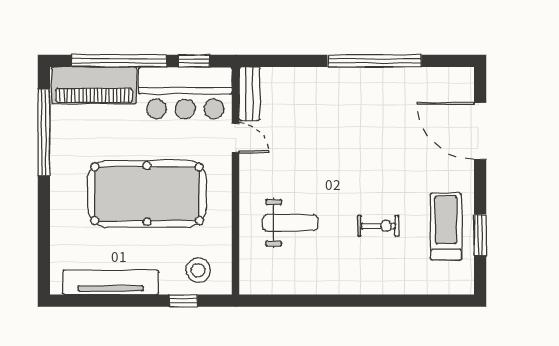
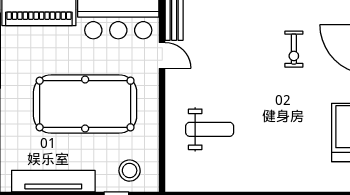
exercise bike: (378, 226) -> (294, 49), moved, turned 90

